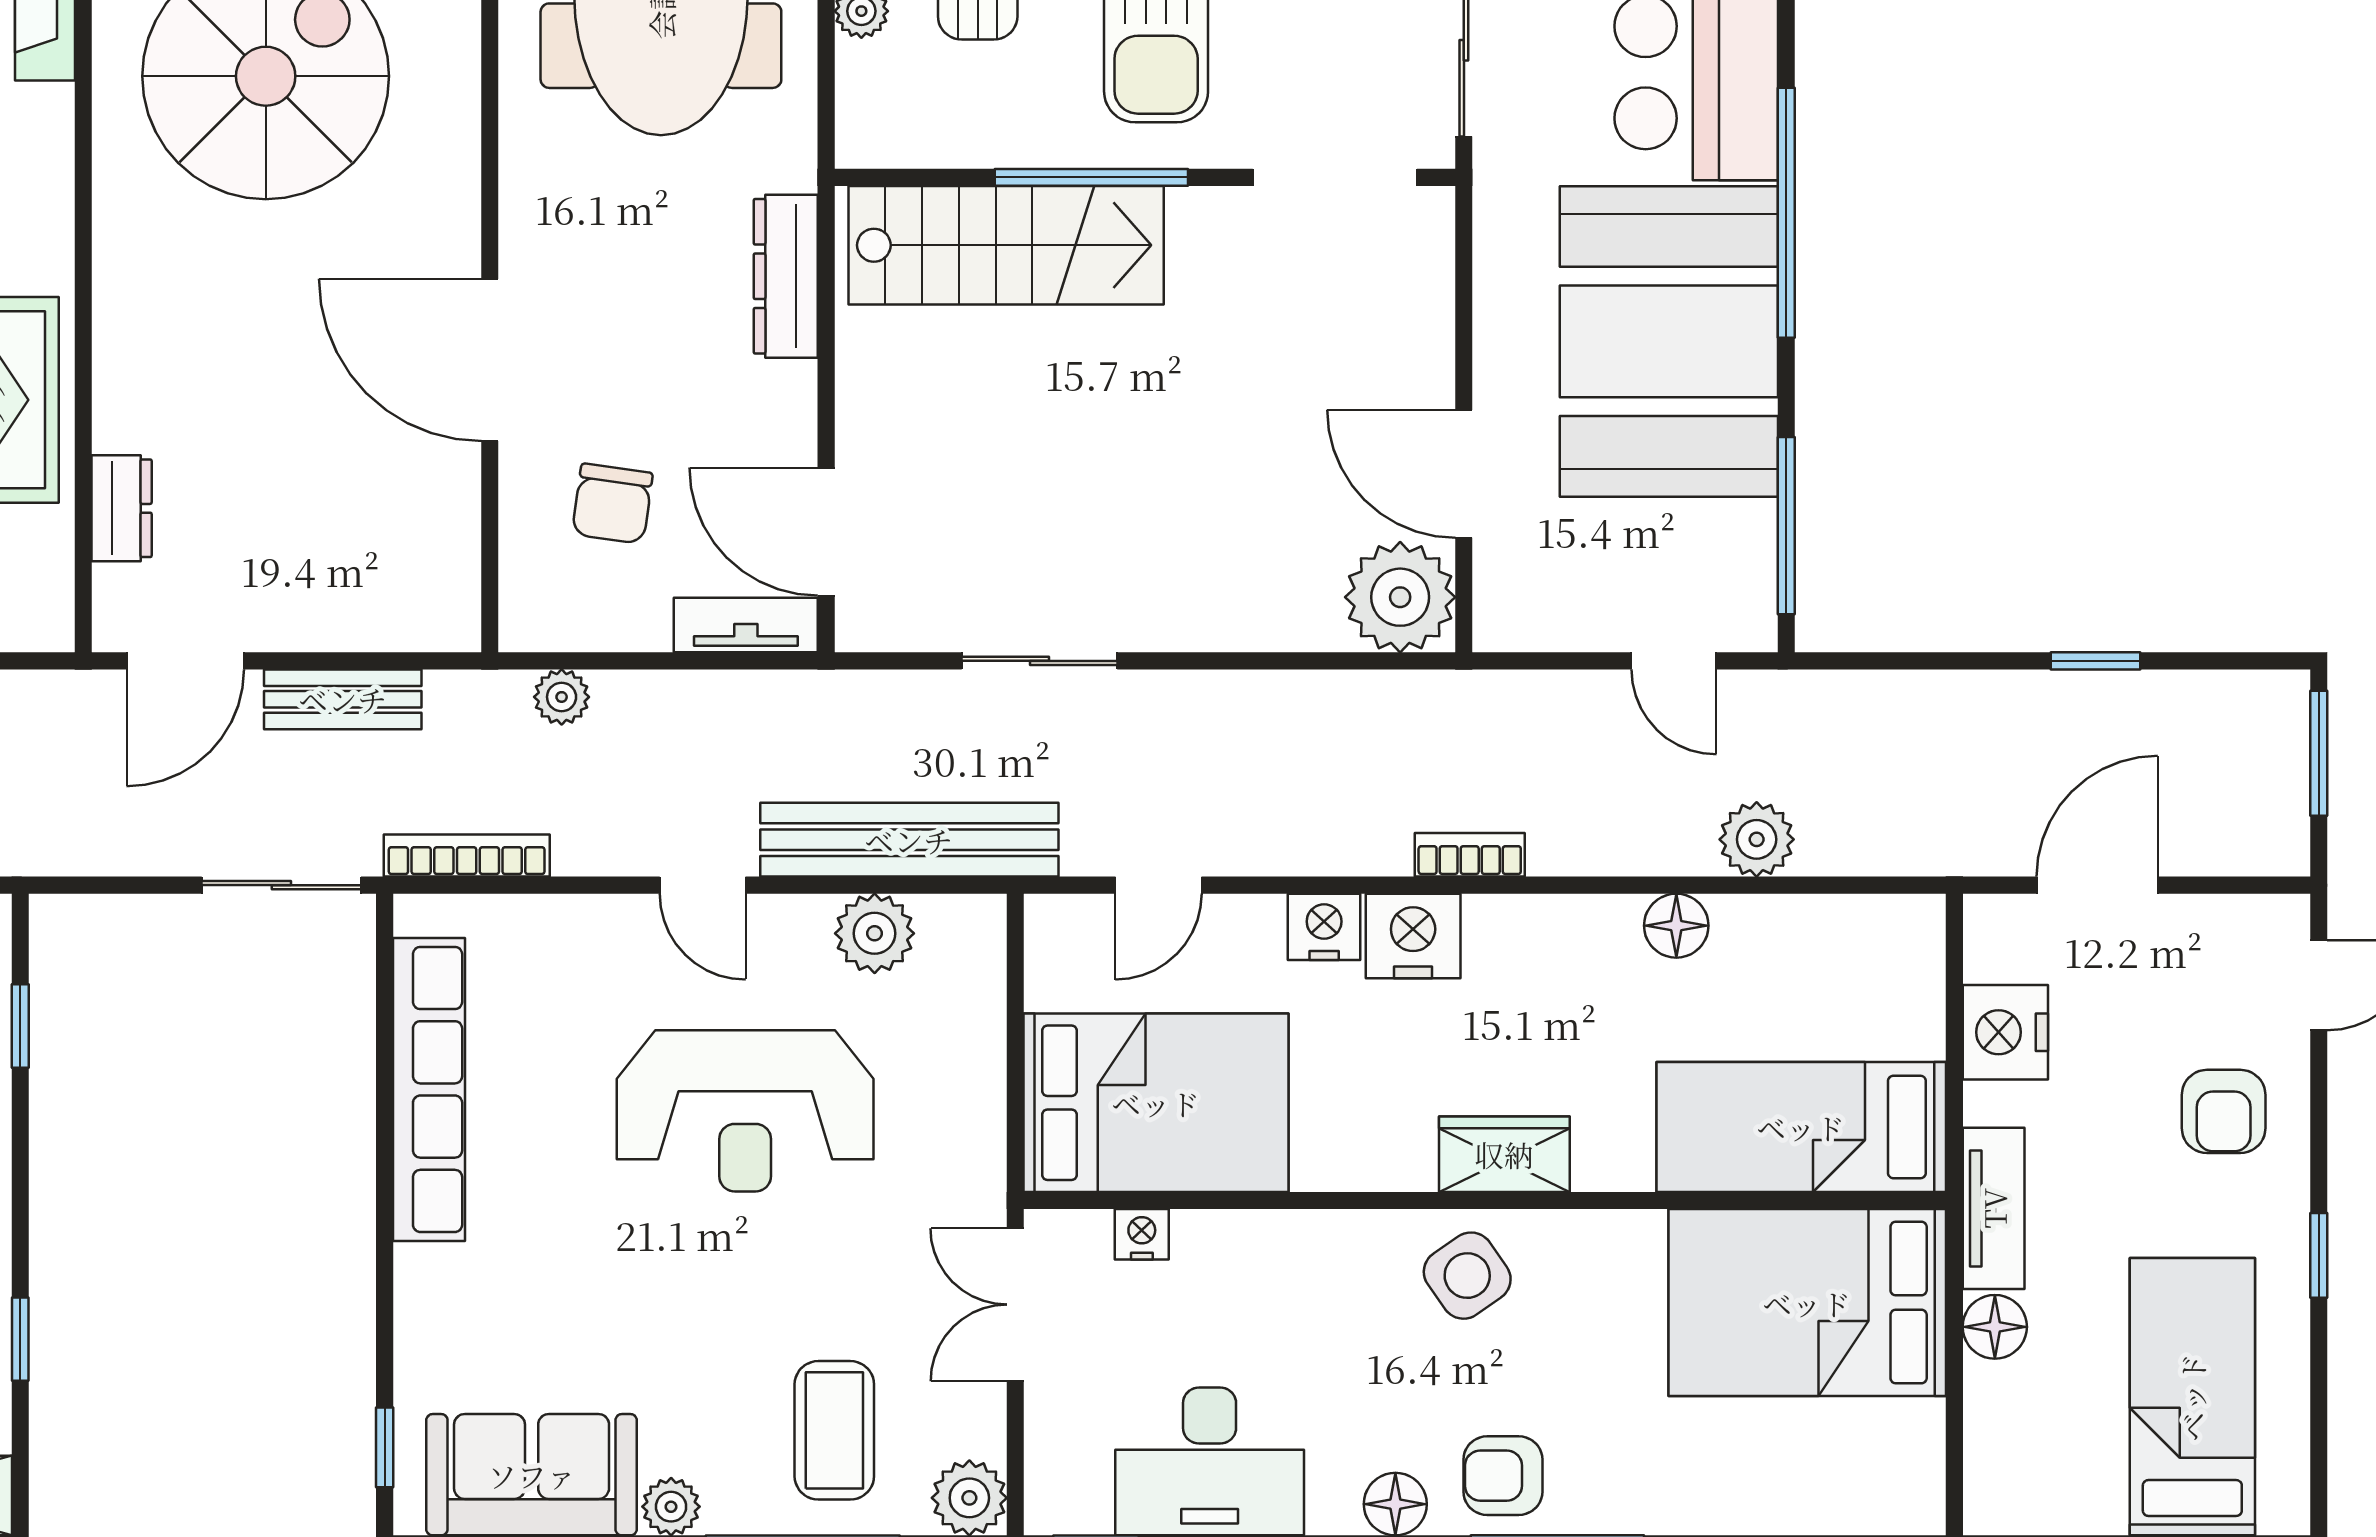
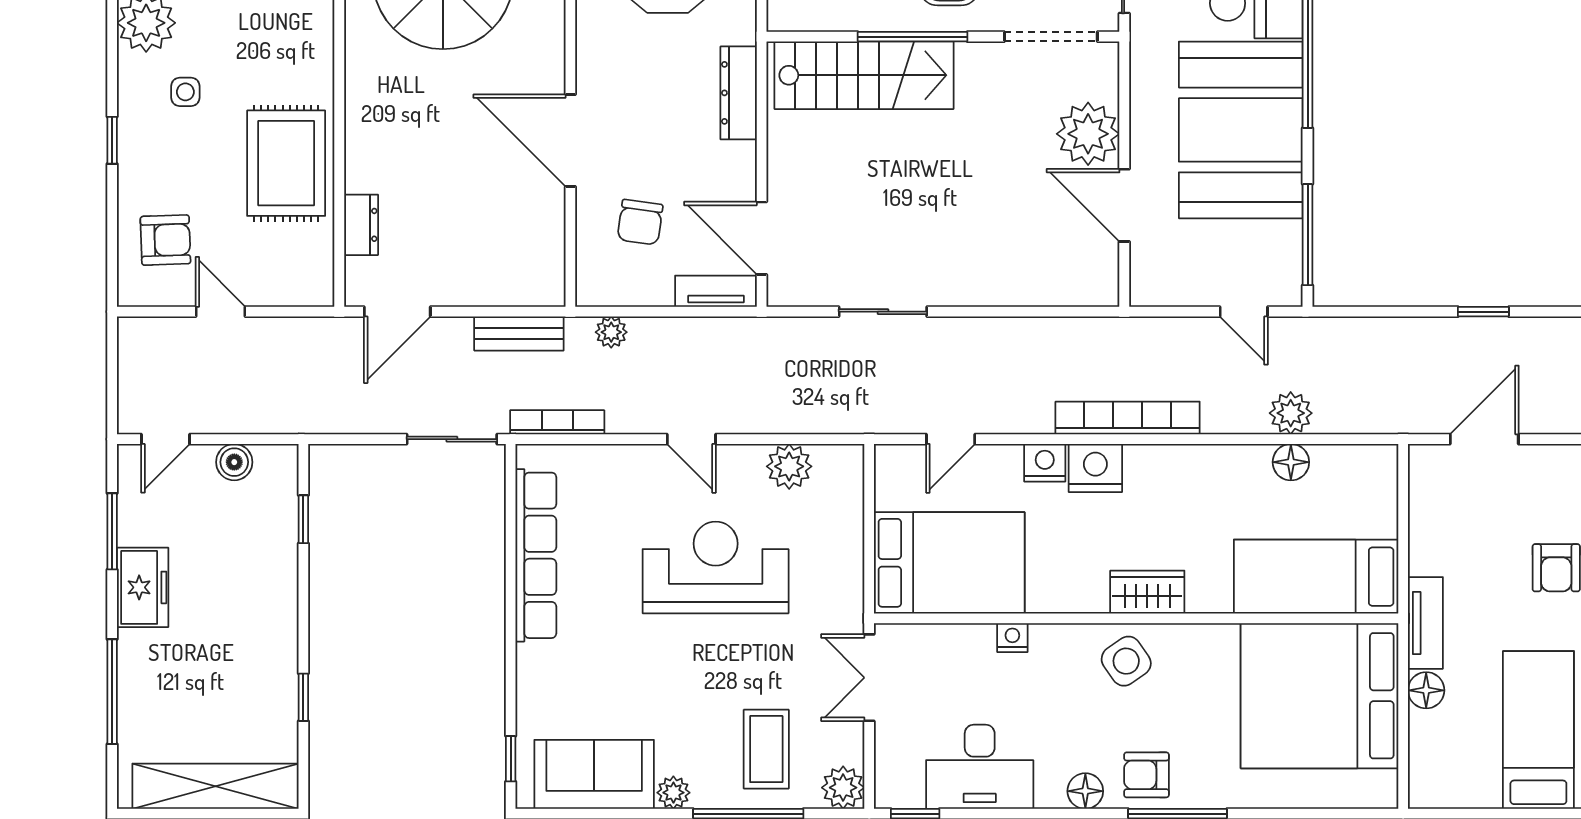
plant: (1400, 597) -> (1088, 134), moved
bench: (343, 699) -> (519, 333), moved
bench: (909, 840) -> (809, 413), removed
bookcase: (1470, 855) -> (1128, 418), width x2.31, depth x1.31
floor lamp: (1676, 926) -> (1291, 462), moved
nightstand: (2005, 1032) -> (1432, 523), removed
reception desk: (745, 1111) -> (716, 567), turned 180
nightstand: (1142, 1234) -> (1012, 638), moved
bed: (1807, 1303) -> (1320, 696), width x1.36

